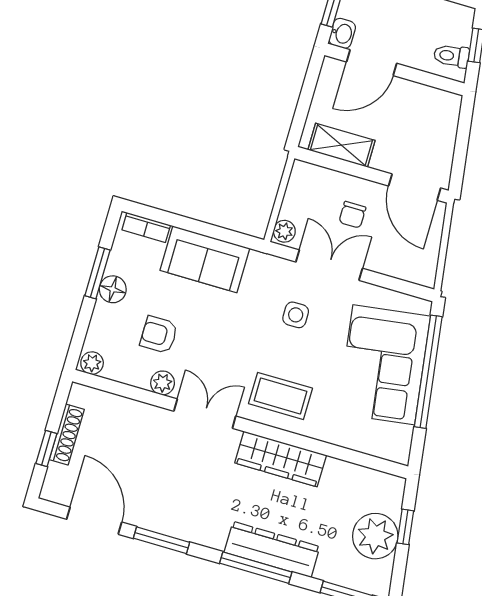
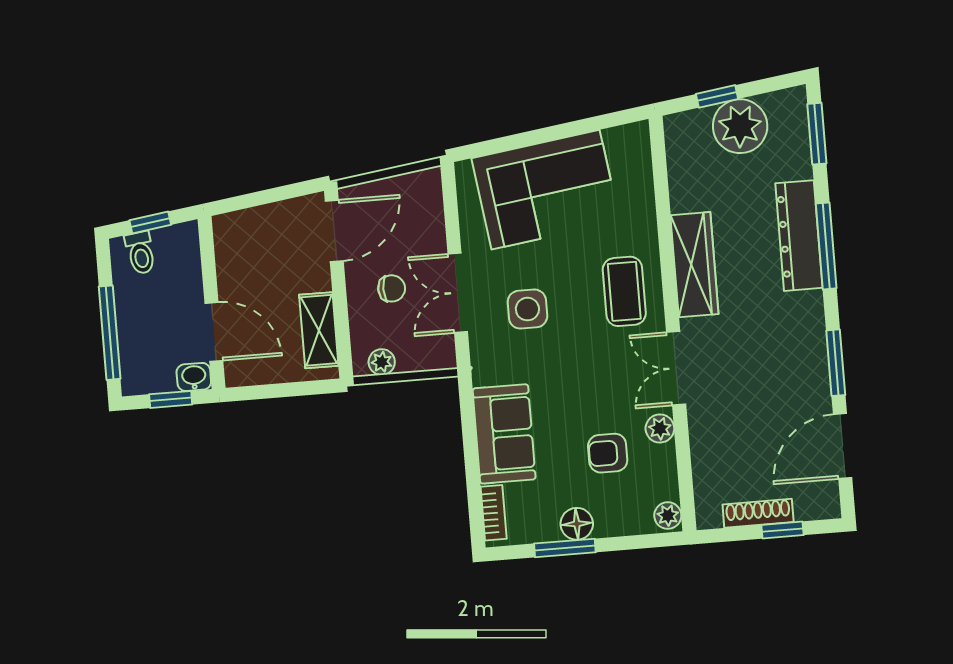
toilet: (451, 56) -> (140, 253), moved
plant: (284, 231) -> (382, 362), moved
side table: (296, 315) -> (527, 309), width x1.37, depth x1.37
armchair: (159, 335) -> (608, 453), turned 90
window: (428, 372) -> (534, 137), removed

